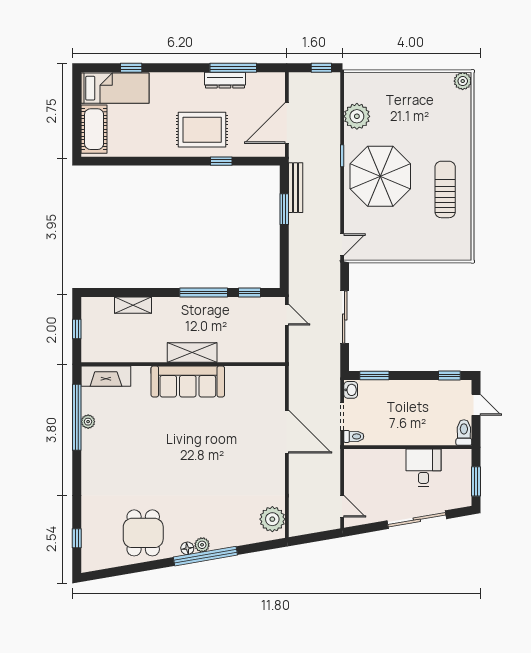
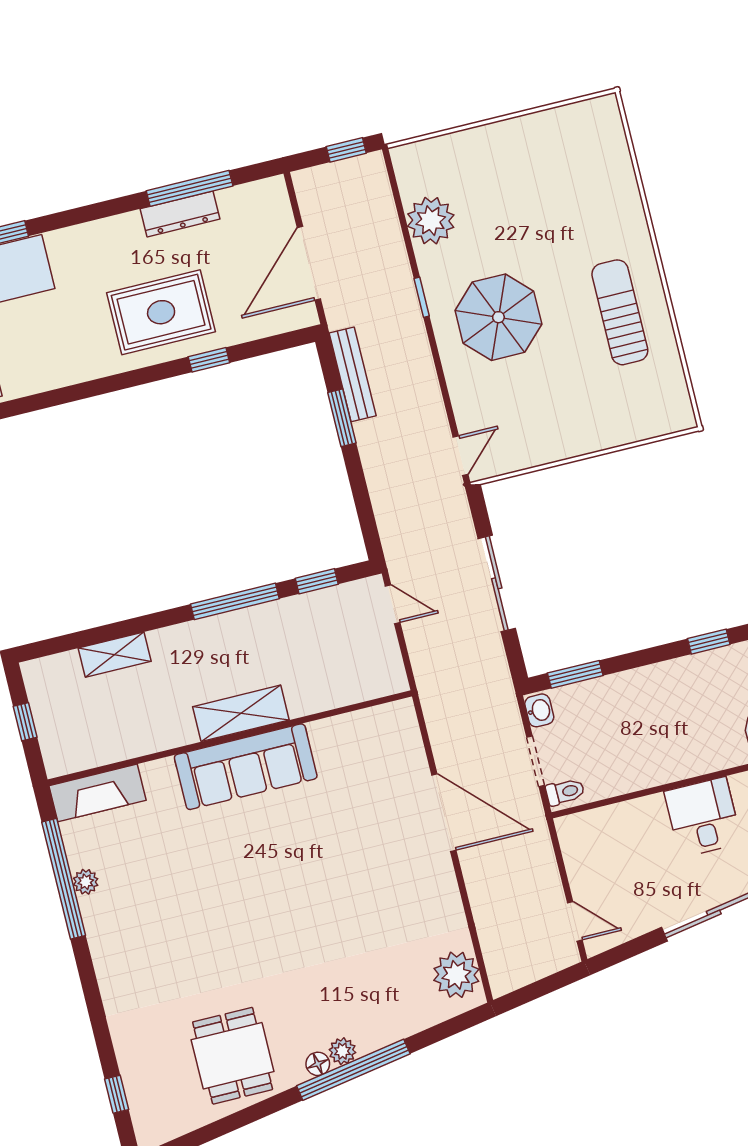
plant: (463, 81) -> (604, 112), removed
parasol: (380, 176) -> (498, 317), width x0.73, depth x0.73

